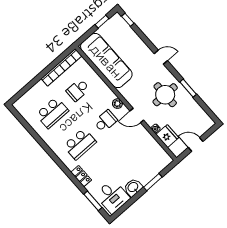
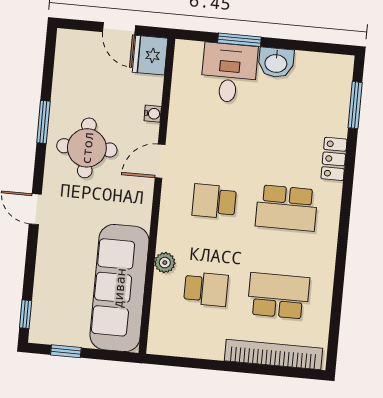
bookcase: (61, 67) -> (273, 355), moved
plant: (117, 104) -> (165, 263), moved
door: (137, 116) -> (160, 161), swing flipped
fridge: (167, 136) -> (150, 55), moved
school desk: (80, 144) -> (287, 208), turned 180
desk: (112, 197) -> (229, 73), moved

